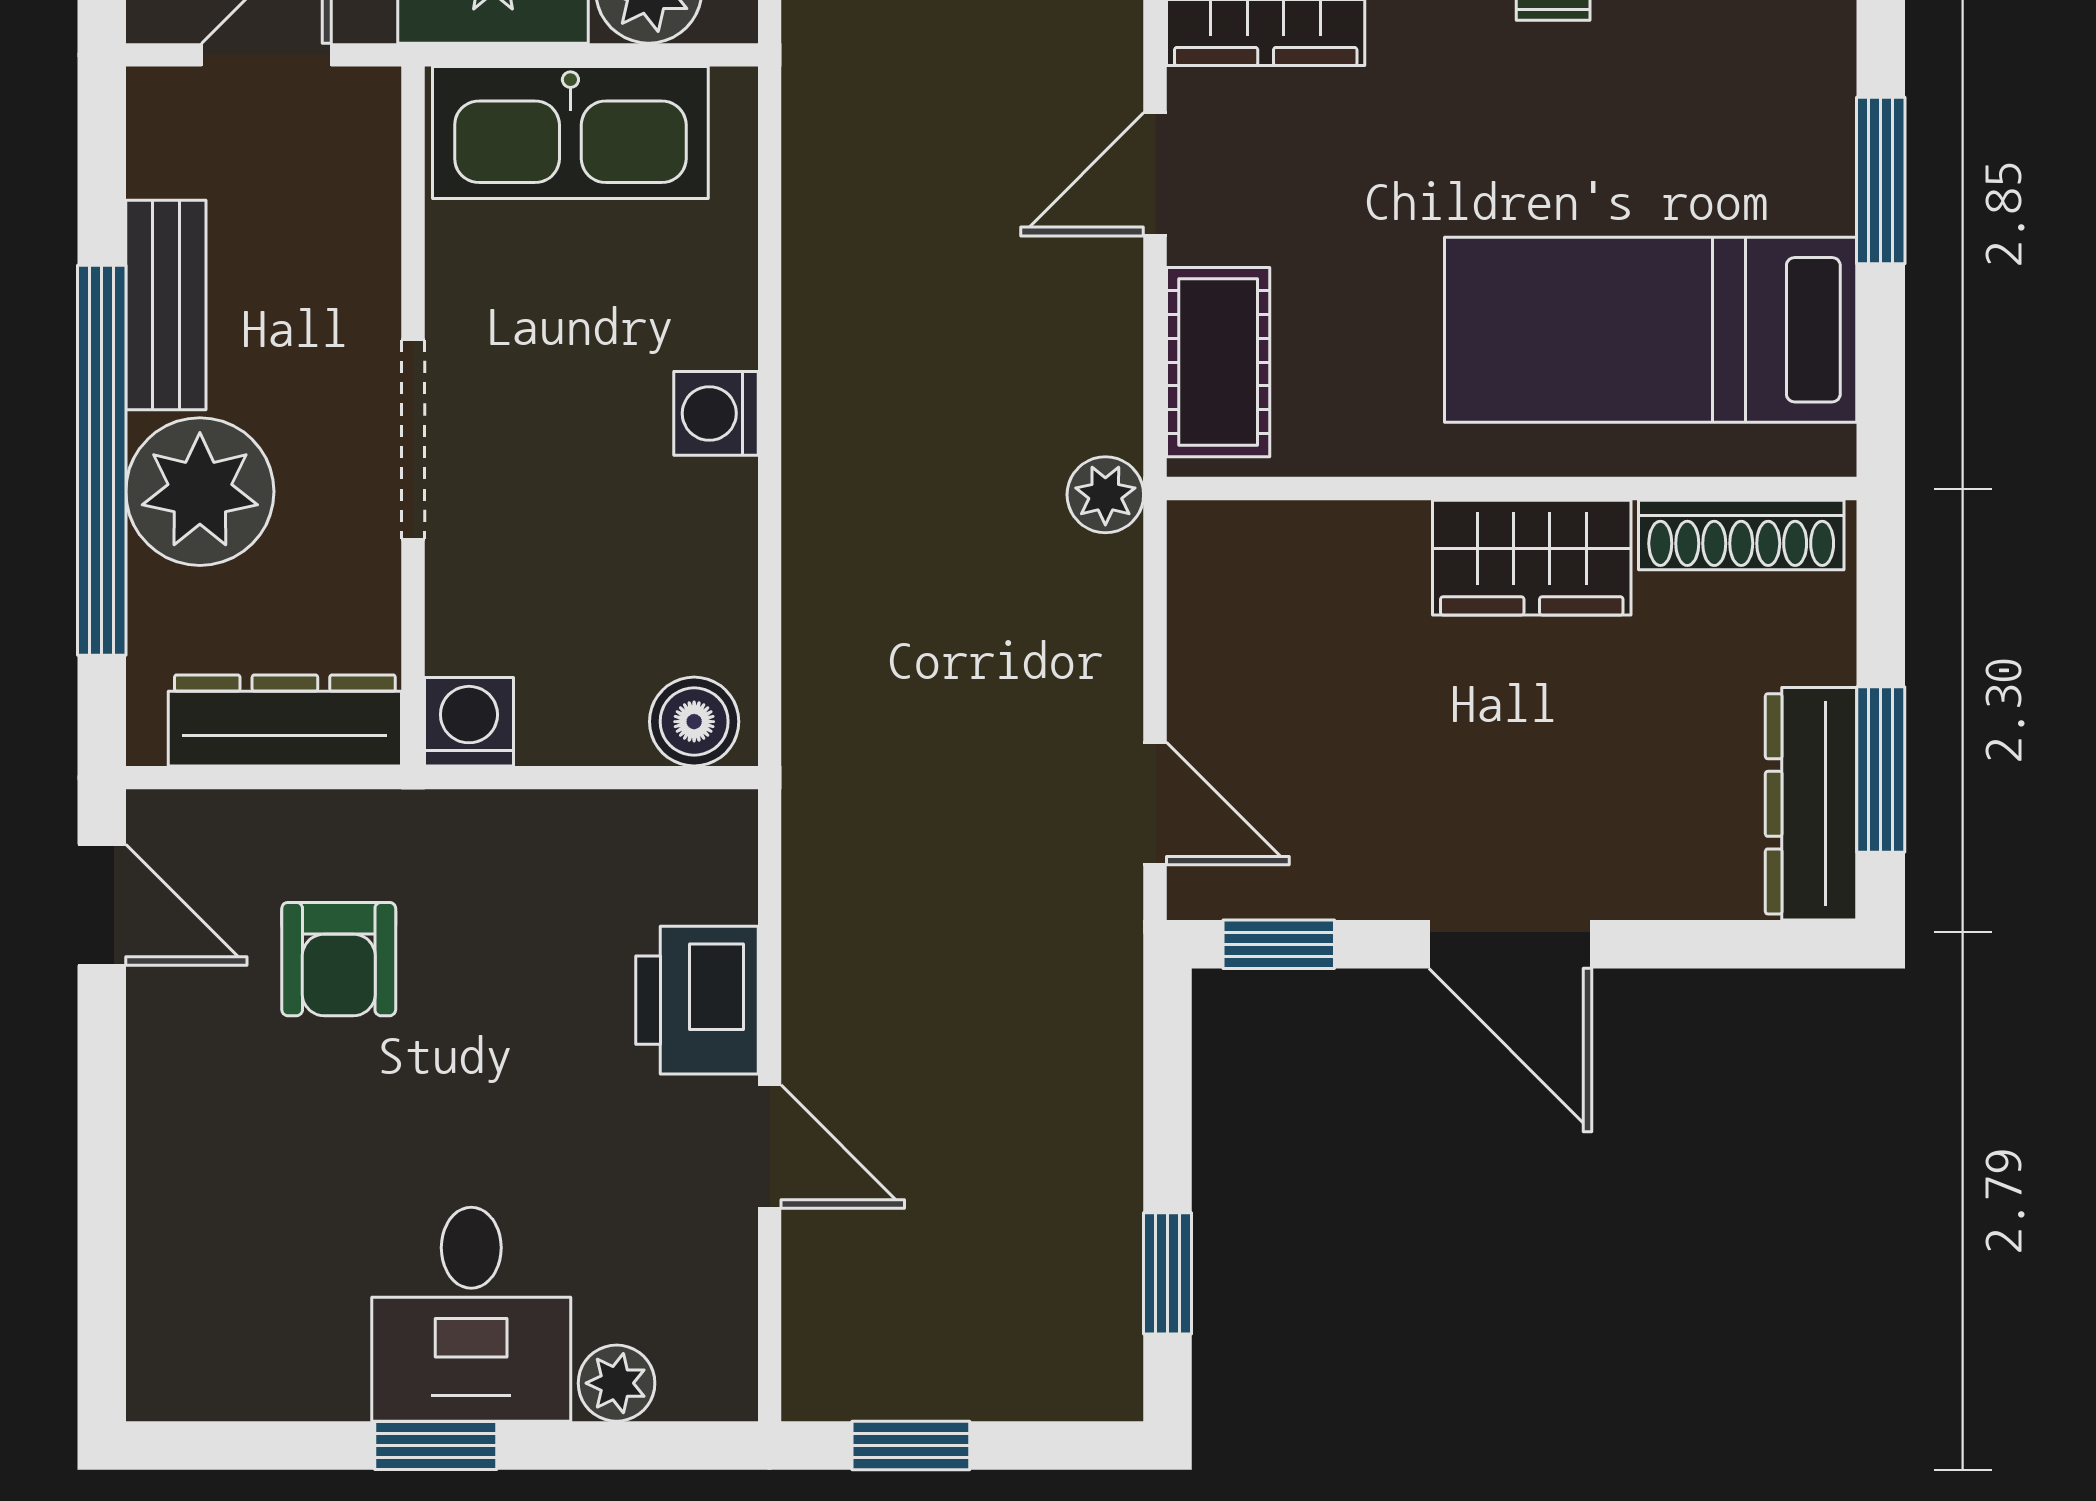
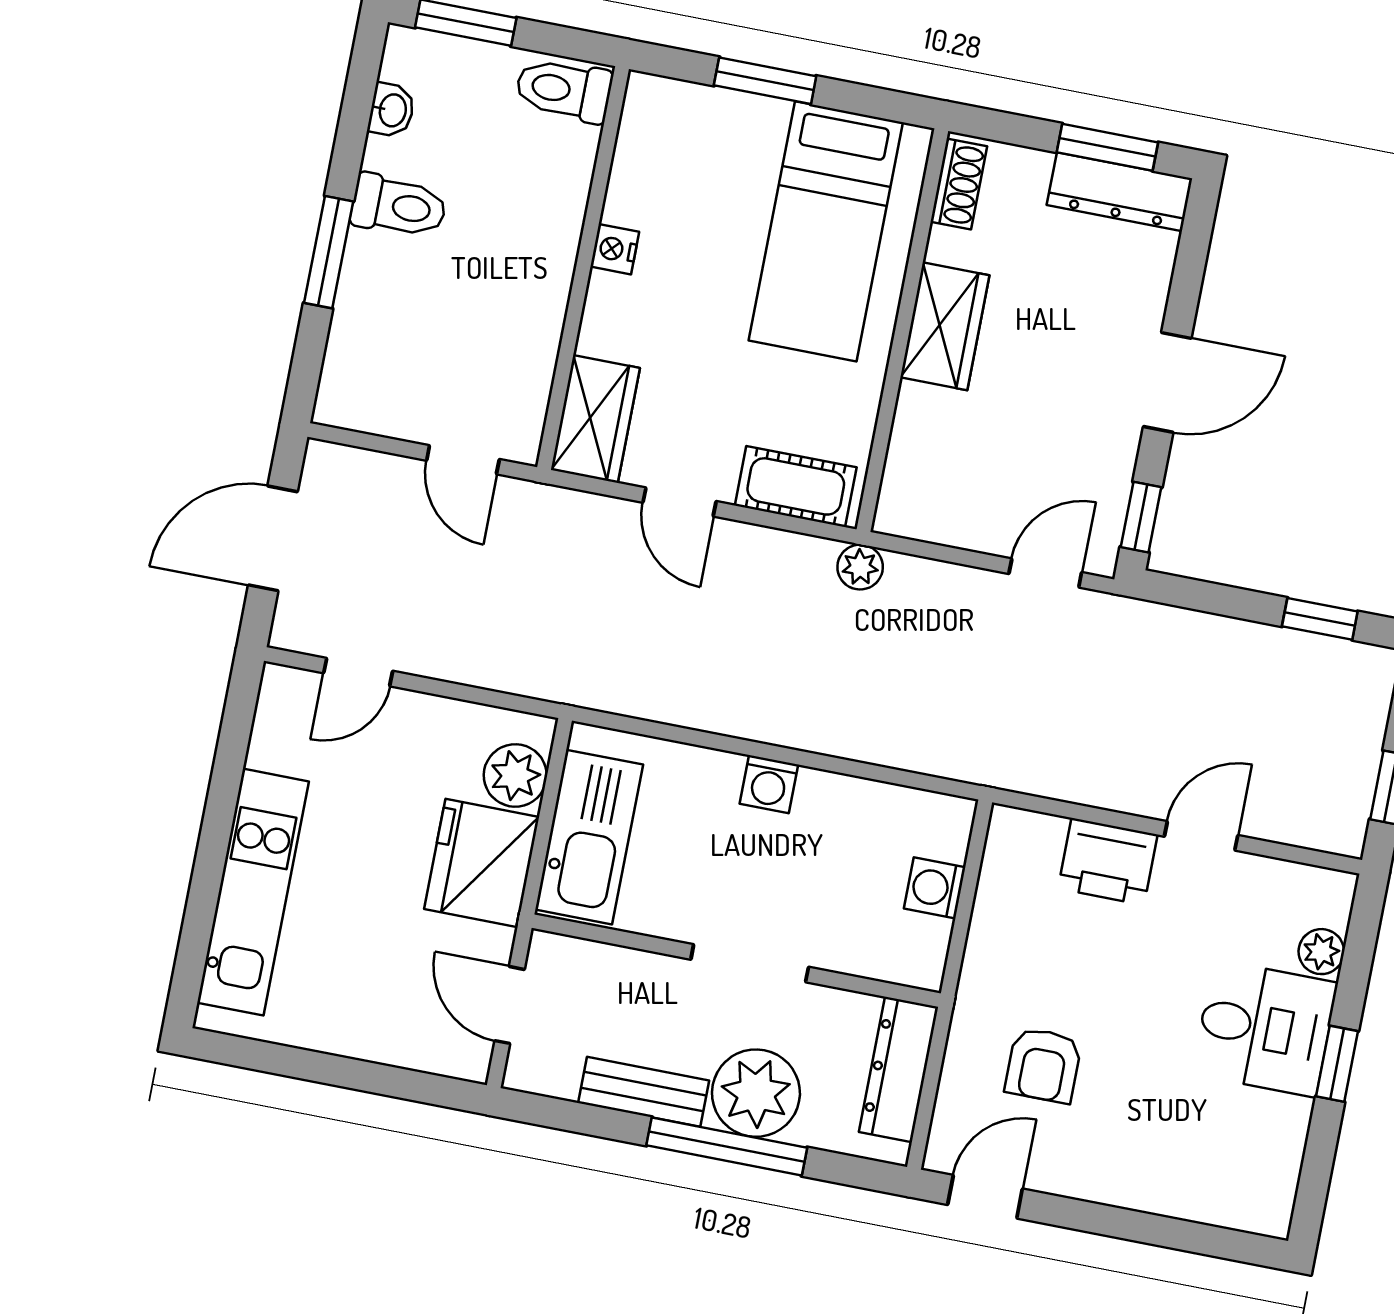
window: (102, 460) -> (727, 1147), width x0.68
shoe rack: (1741, 535) -> (959, 184), width x0.70
washing machine: (469, 722) -> (935, 888), moved
boiler: (694, 722) -> (945, 832), removed
armchair: (339, 959) -> (1043, 1065), turned 90

